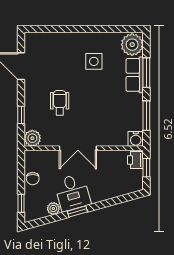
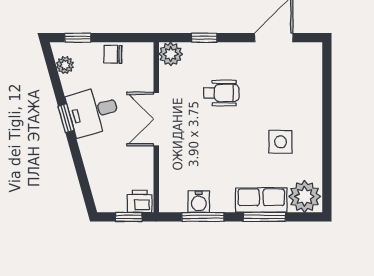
water cooler: (136, 139) -> (199, 202), moved, turned -90
plant: (53, 209) -> (65, 65), moved

